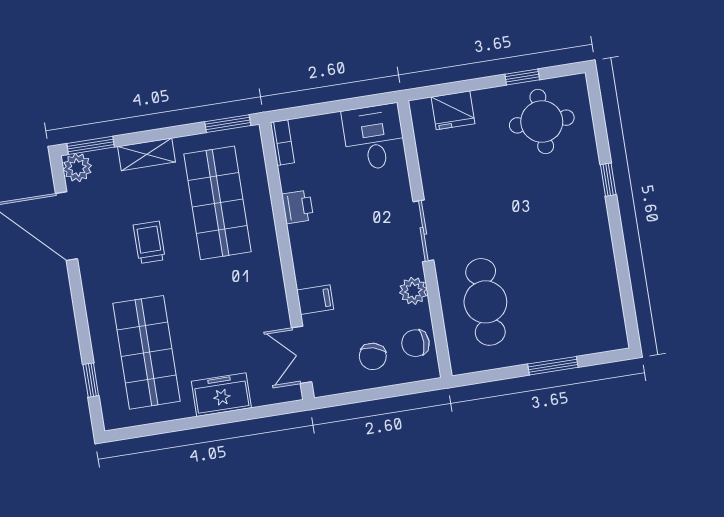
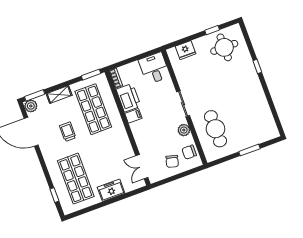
printer: (298, 207) -> (128, 98), width x1.87, depth x1.48
filing cabinet: (315, 300) -> (133, 116), moved

